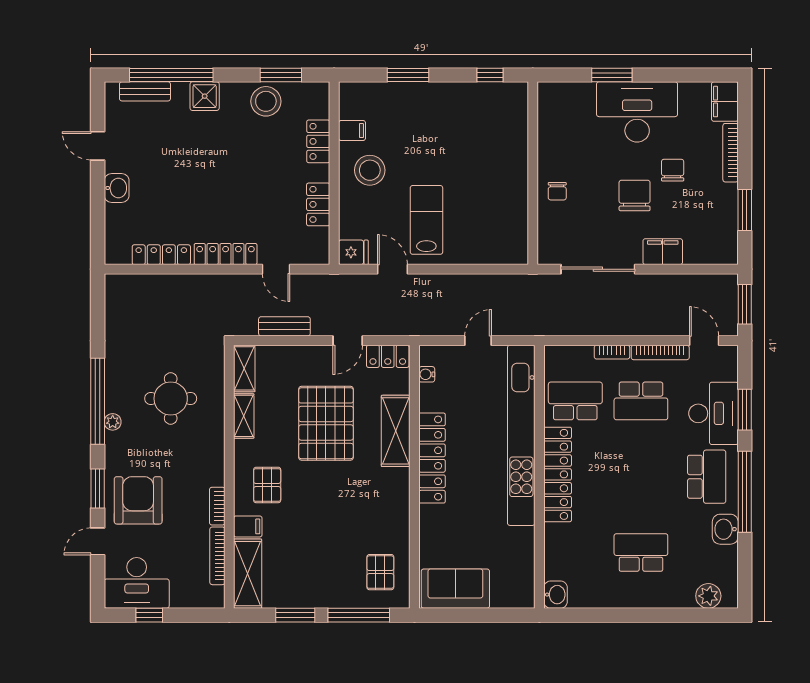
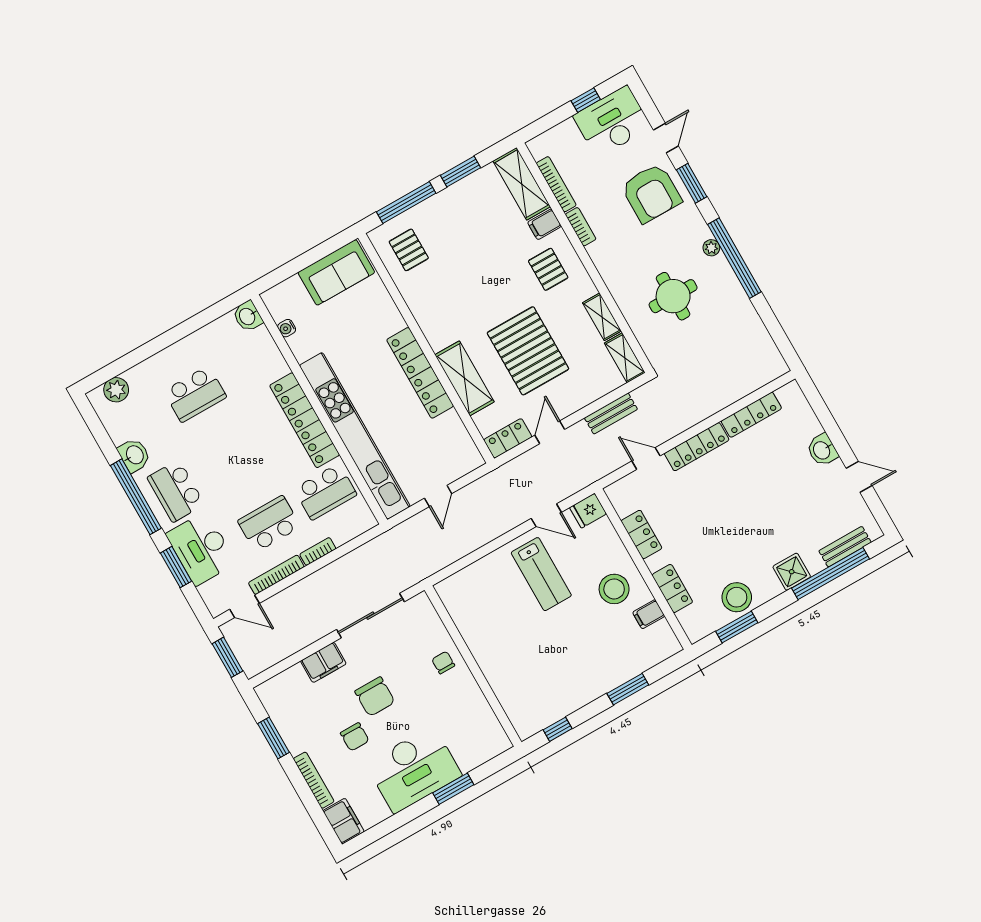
water cooler: (427, 374) -> (287, 328), moved, turned 180

